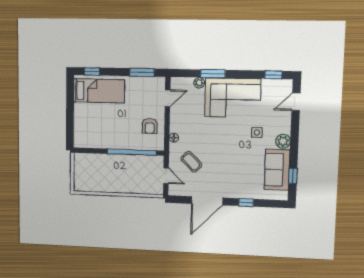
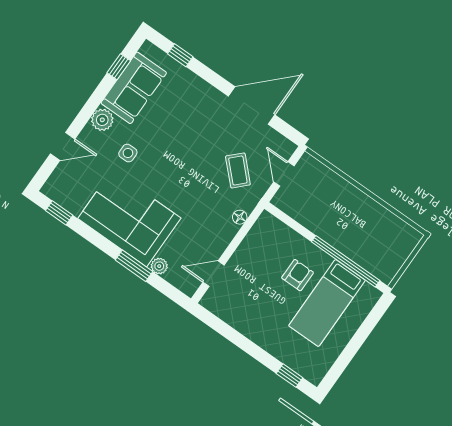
window: (142, 72) -> (224, 329), removed
bed: (99, 91) -> (327, 303), moved, turned -90
door: (296, 102) -> (63, 146), moved
armchair: (150, 126) -> (298, 275), moved
window: (132, 152) -> (346, 261), moved
window: (246, 202) -> (180, 55), moved

